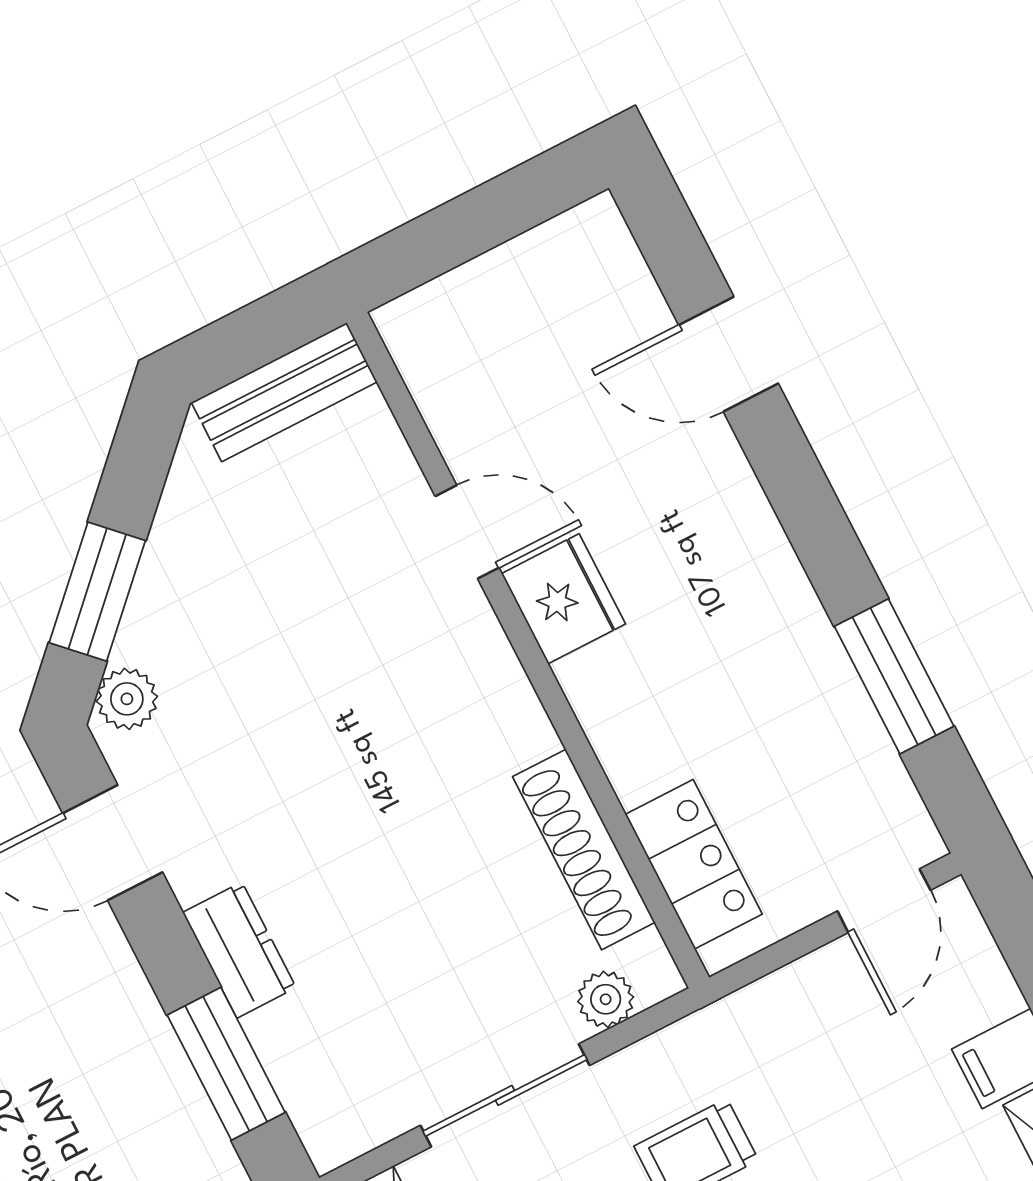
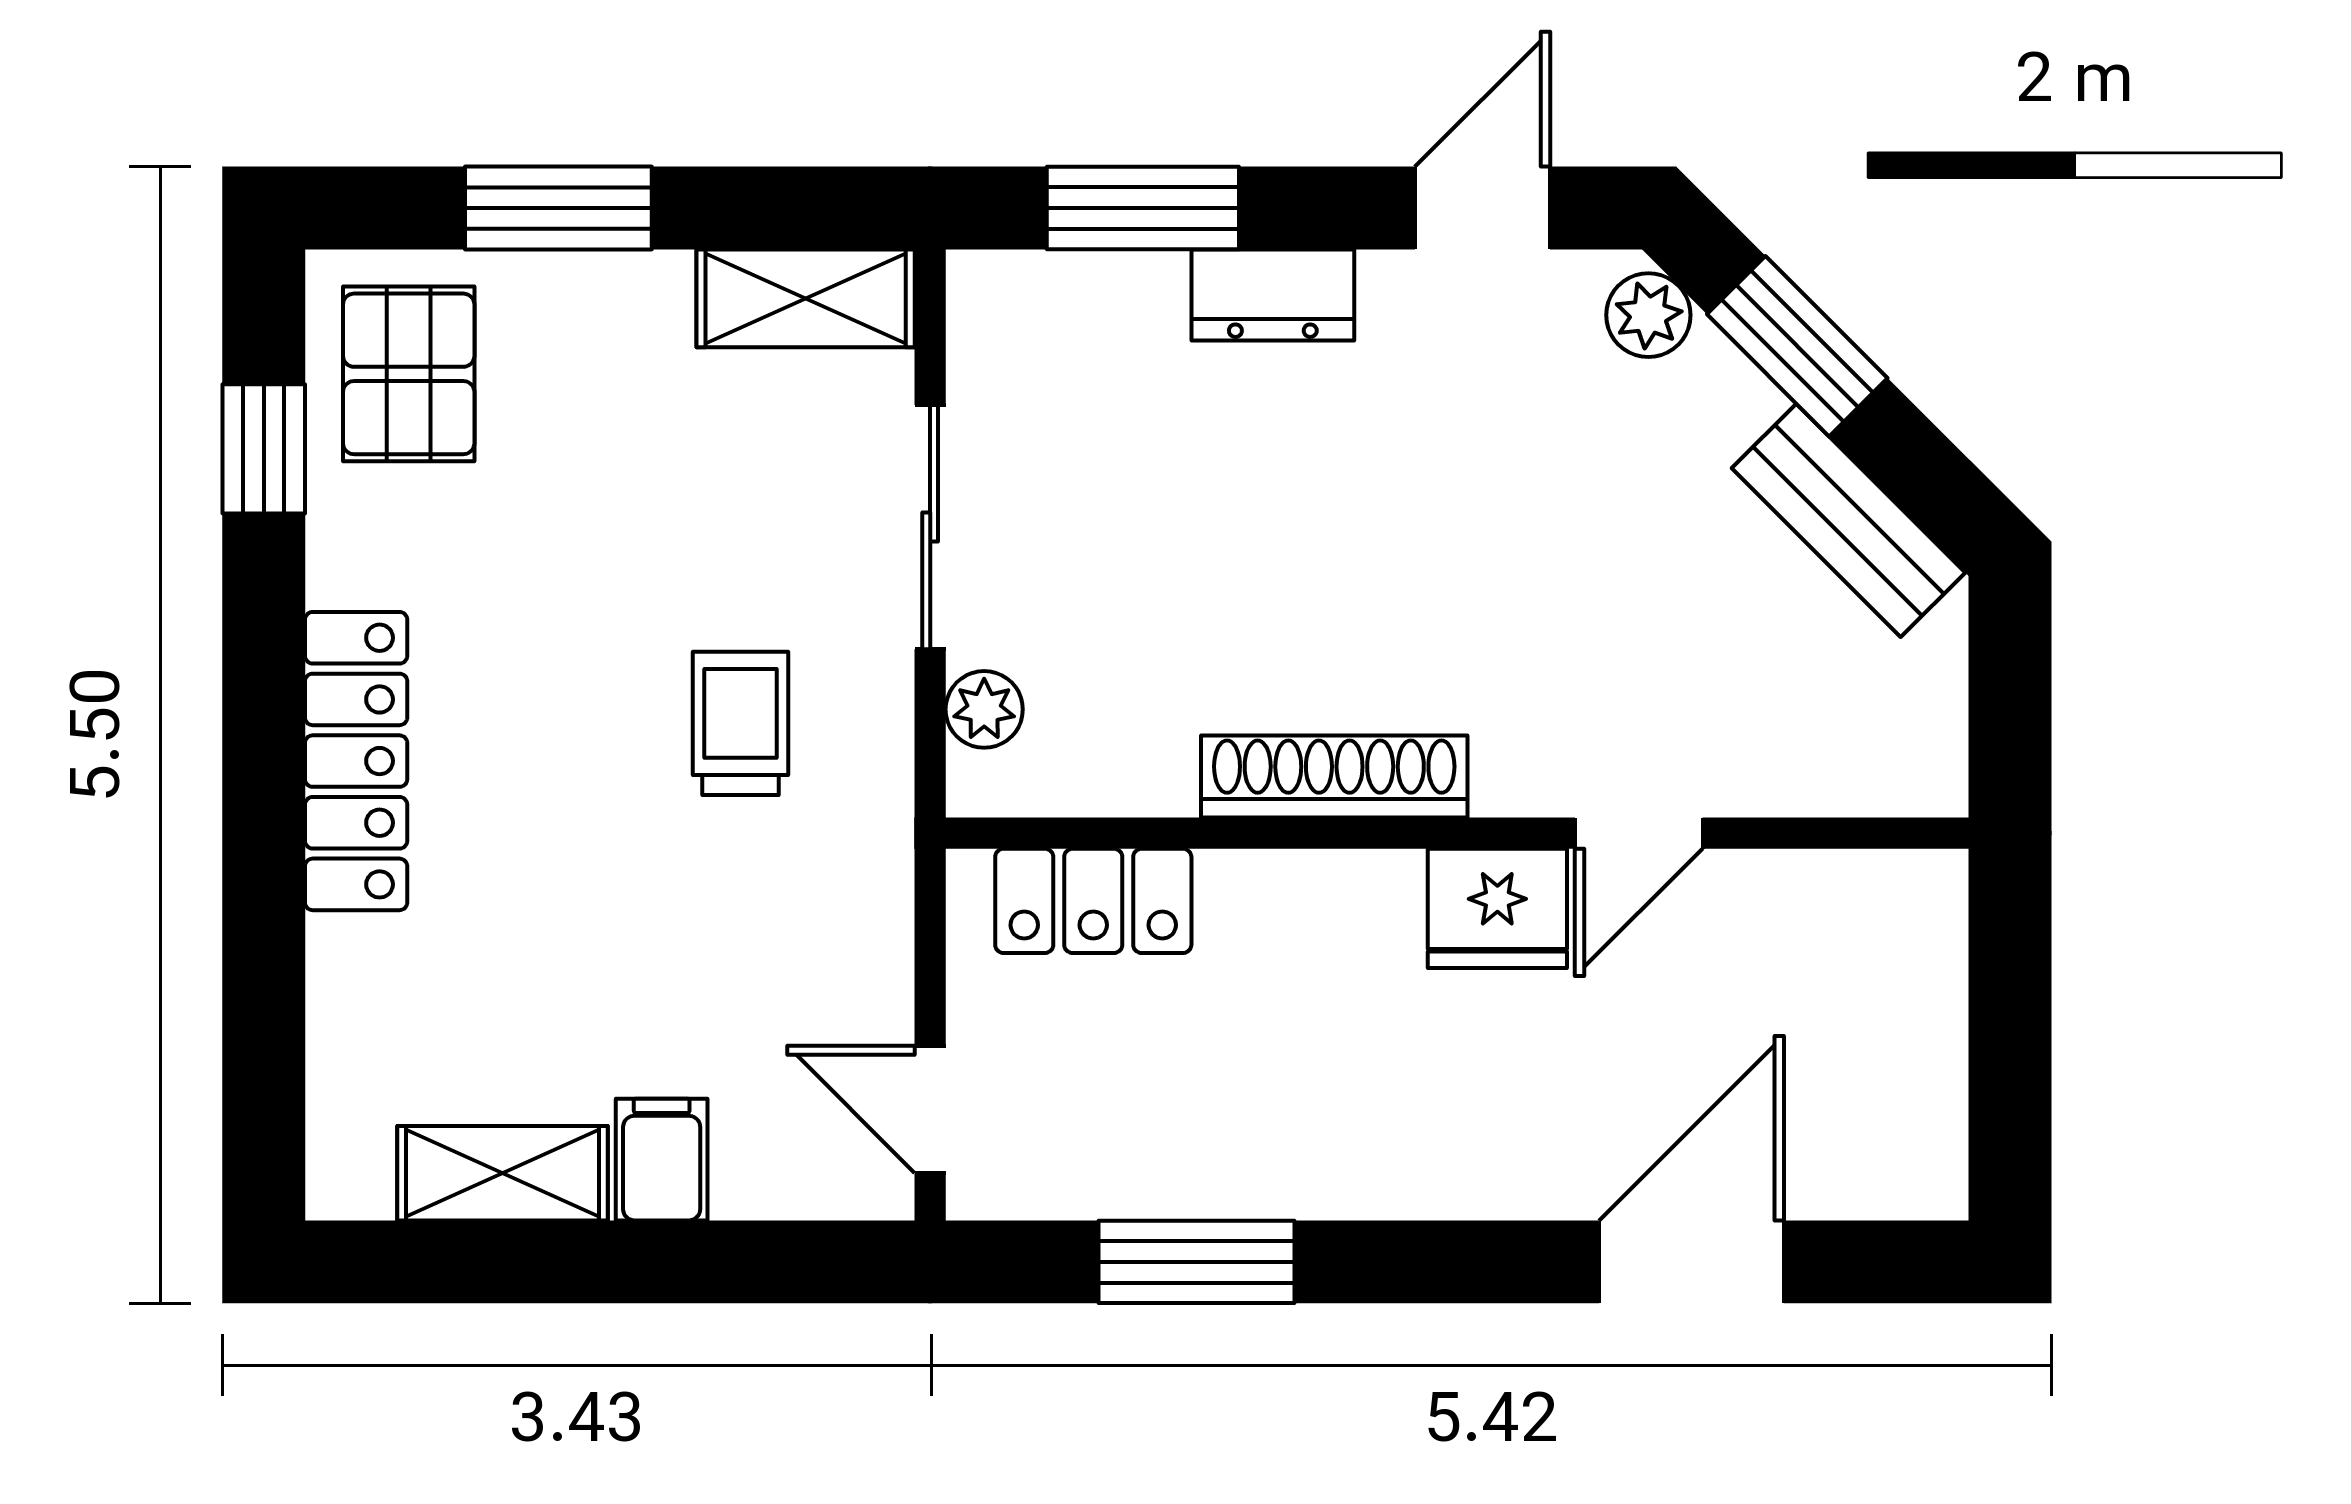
door: (729, 354) -> (1691, 1262), width x1.38
bench: (284, 392) -> (1849, 520), moved, turned -45
shoe rack: (584, 850) -> (1334, 776), moved

